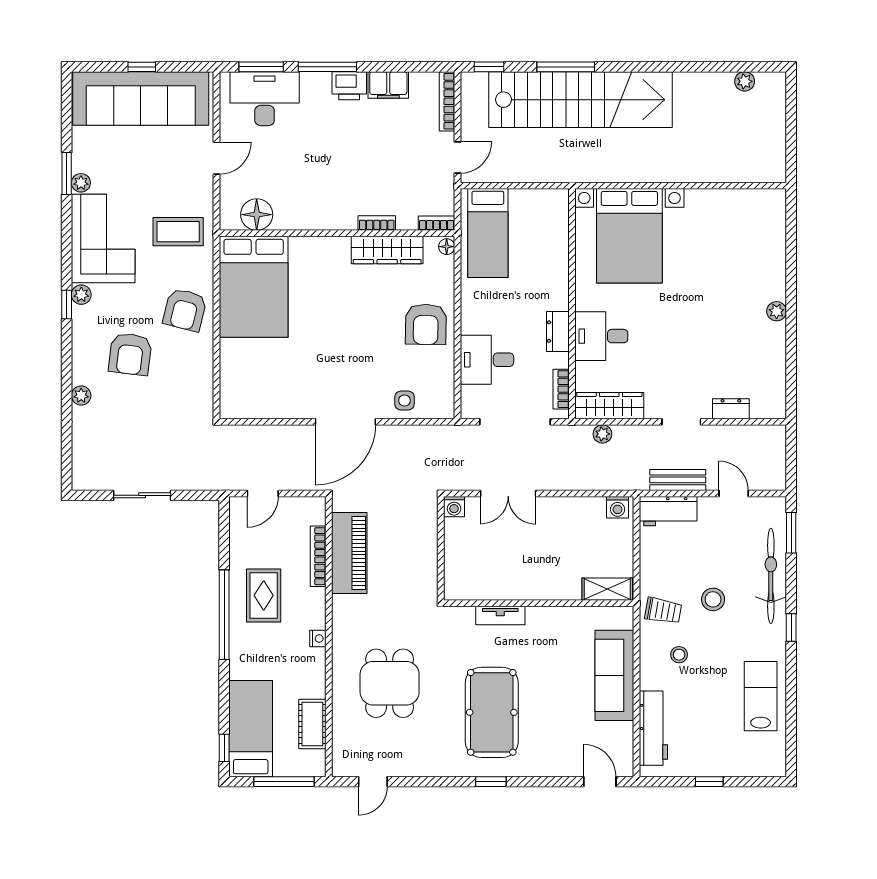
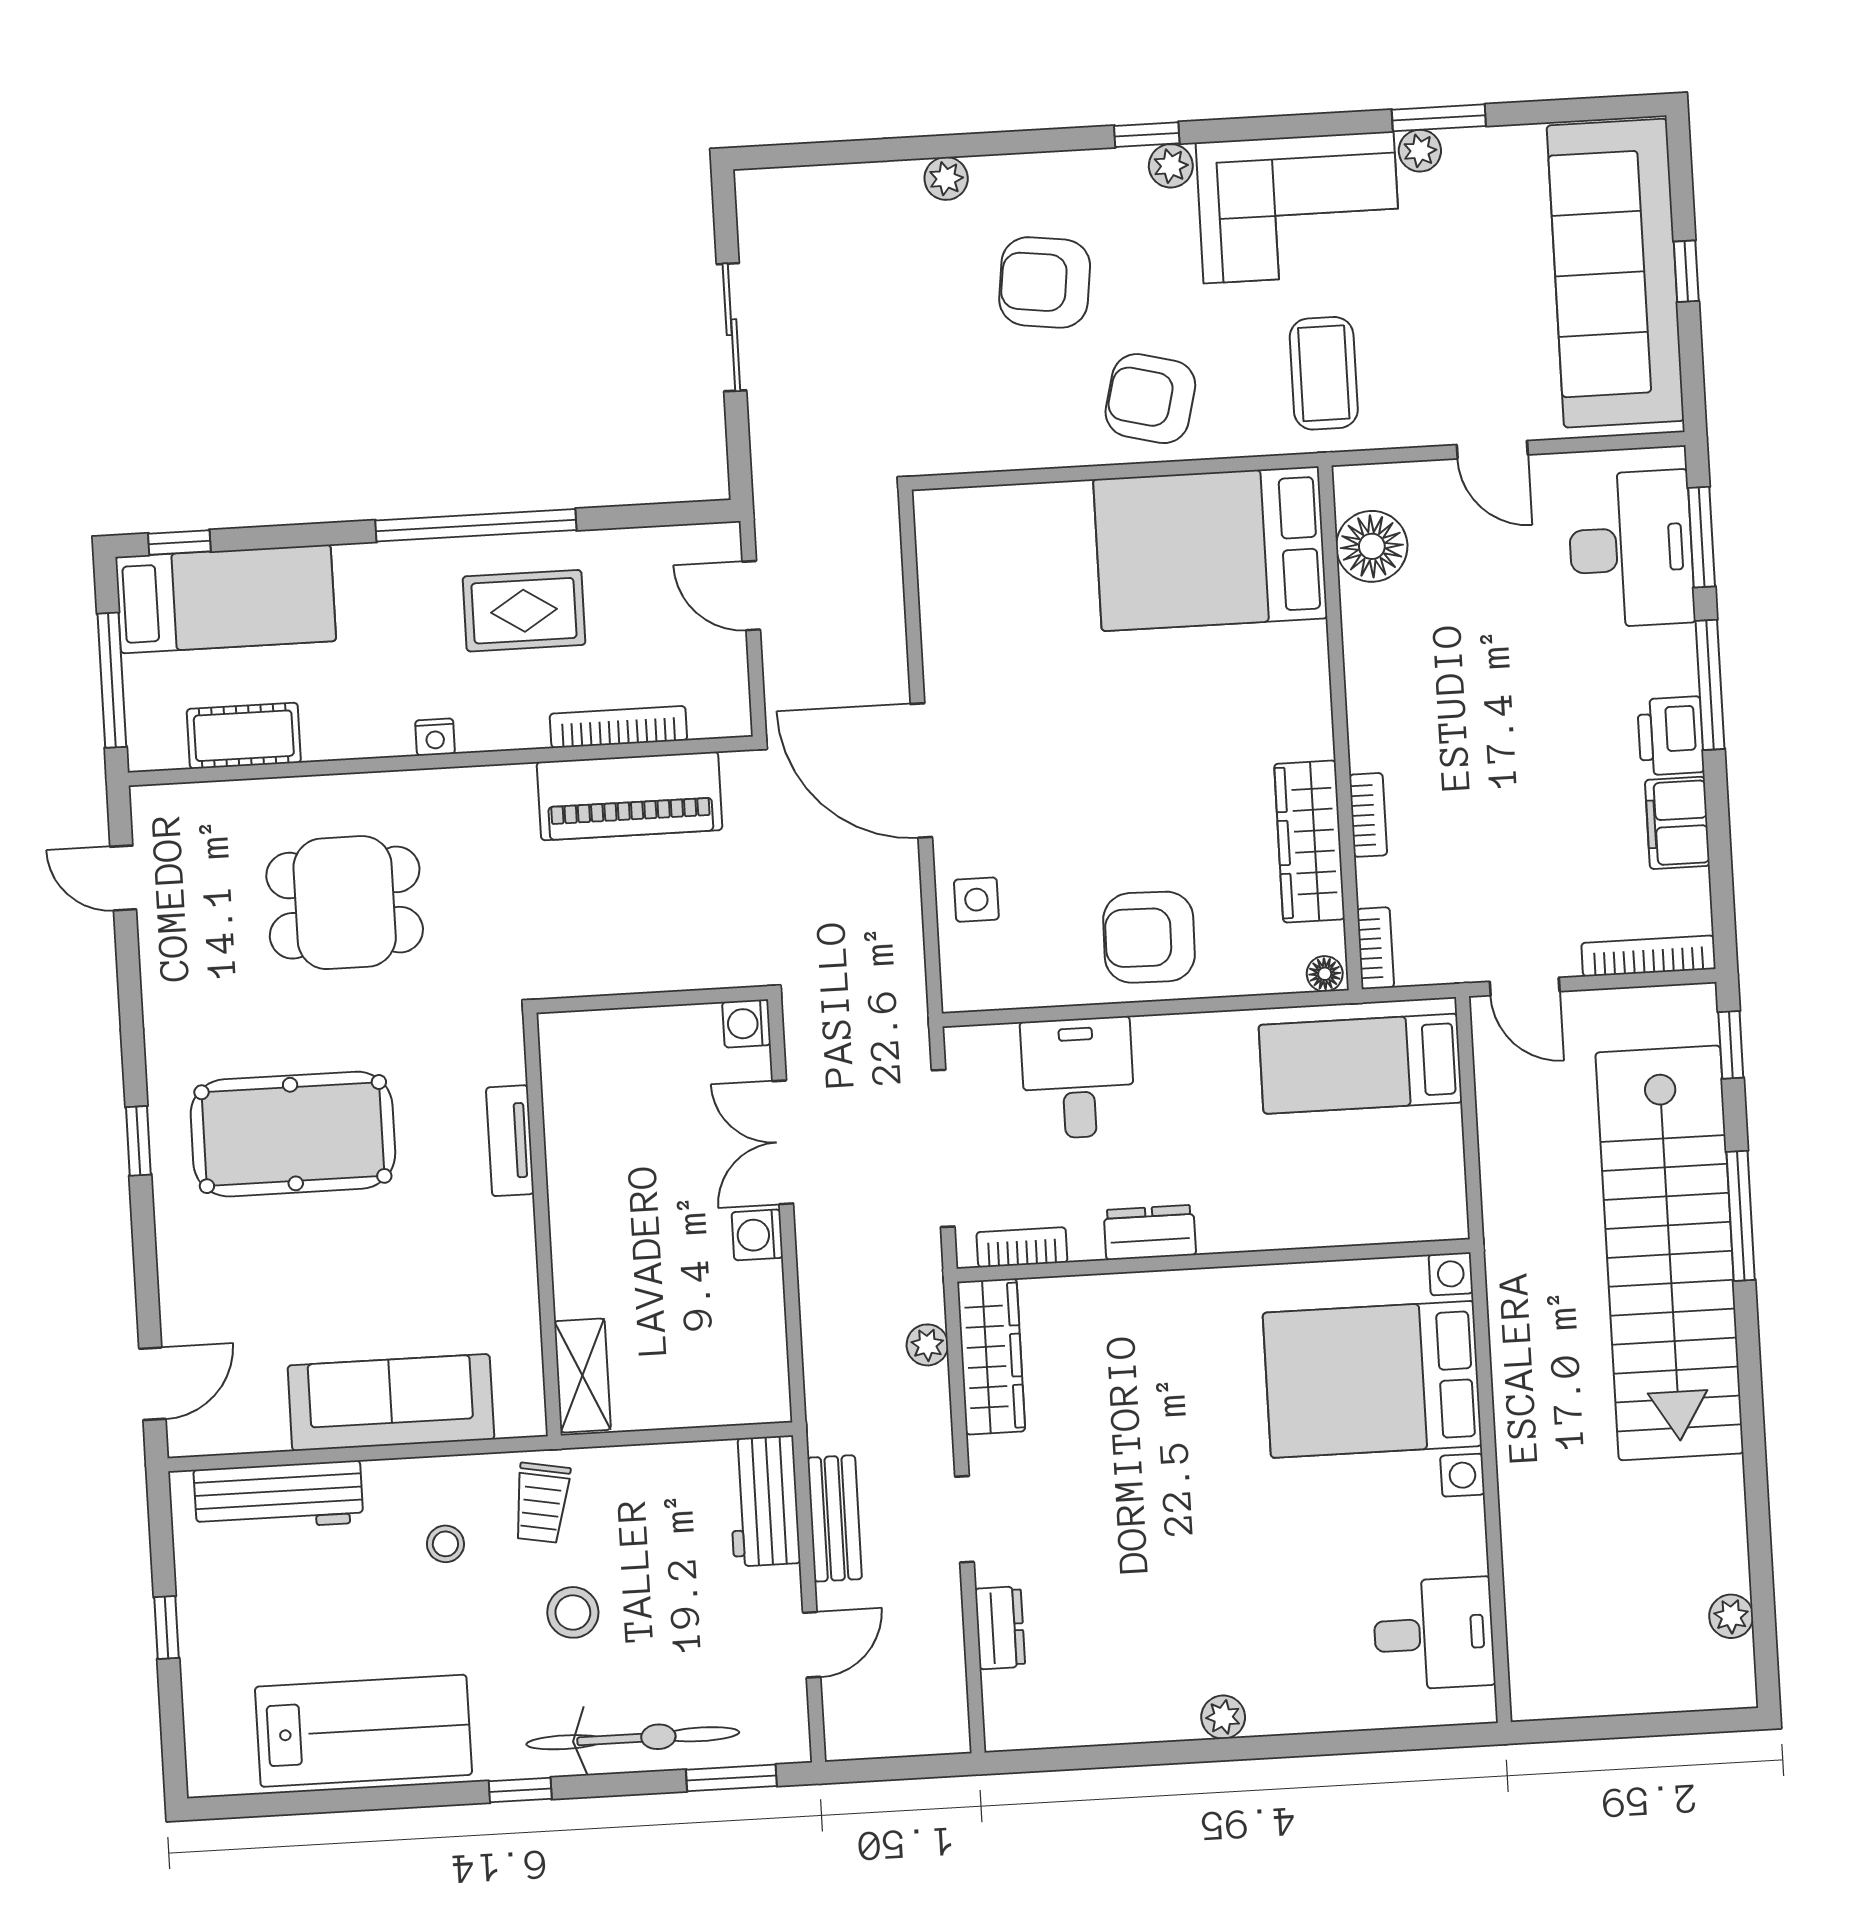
desk: (601, 336) -> (1434, 1634), moved, turned 90
washing machine: (618, 507) -> (757, 1235), moved
lab bench: (761, 696) -> (364, 1731), width x1.36, depth x1.39

